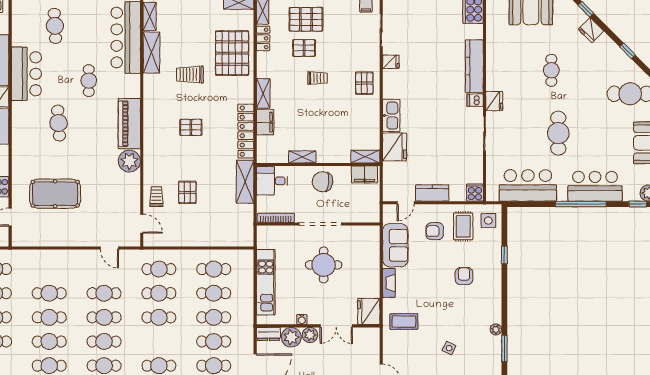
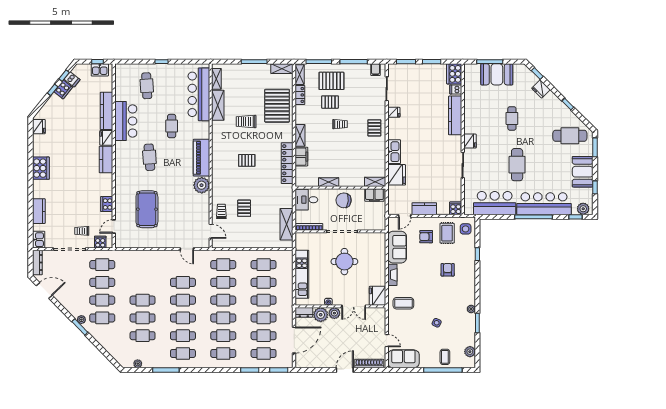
dishwasher: (475, 100) -> (456, 89), moved
shelving: (245, 182) -> (287, 224), moved
bar counter: (595, 186) -> (544, 204), width x1.36
pool table: (55, 194) -> (147, 209), turned 90
cafe table: (49, 293) -> (223, 318), moved

